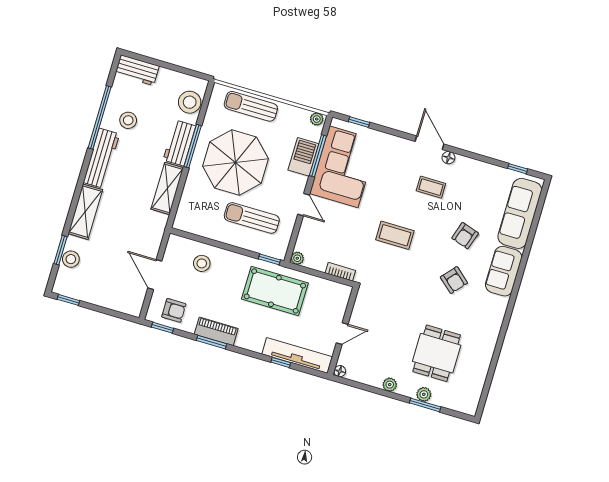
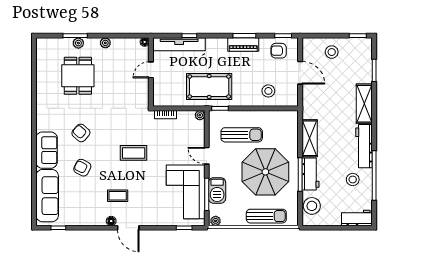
armchair: (465, 236) -> (82, 168), turned -81
stool: (71, 259) -> (332, 52), moved

